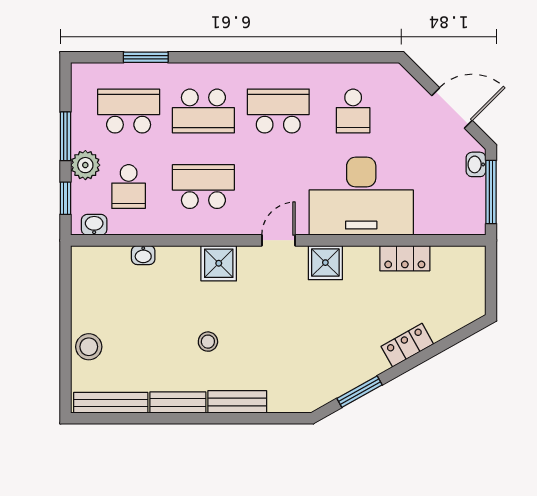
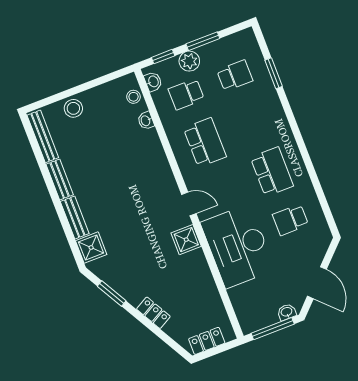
school desk: (129, 111) -> (235, 76), width x0.54
school desk: (203, 111) -> (253, 124), removed
locker: (405, 258) -> (207, 341), moved, turned 90
shower: (219, 263) -> (91, 248), moved
stool: (208, 342) -> (134, 97), moved

